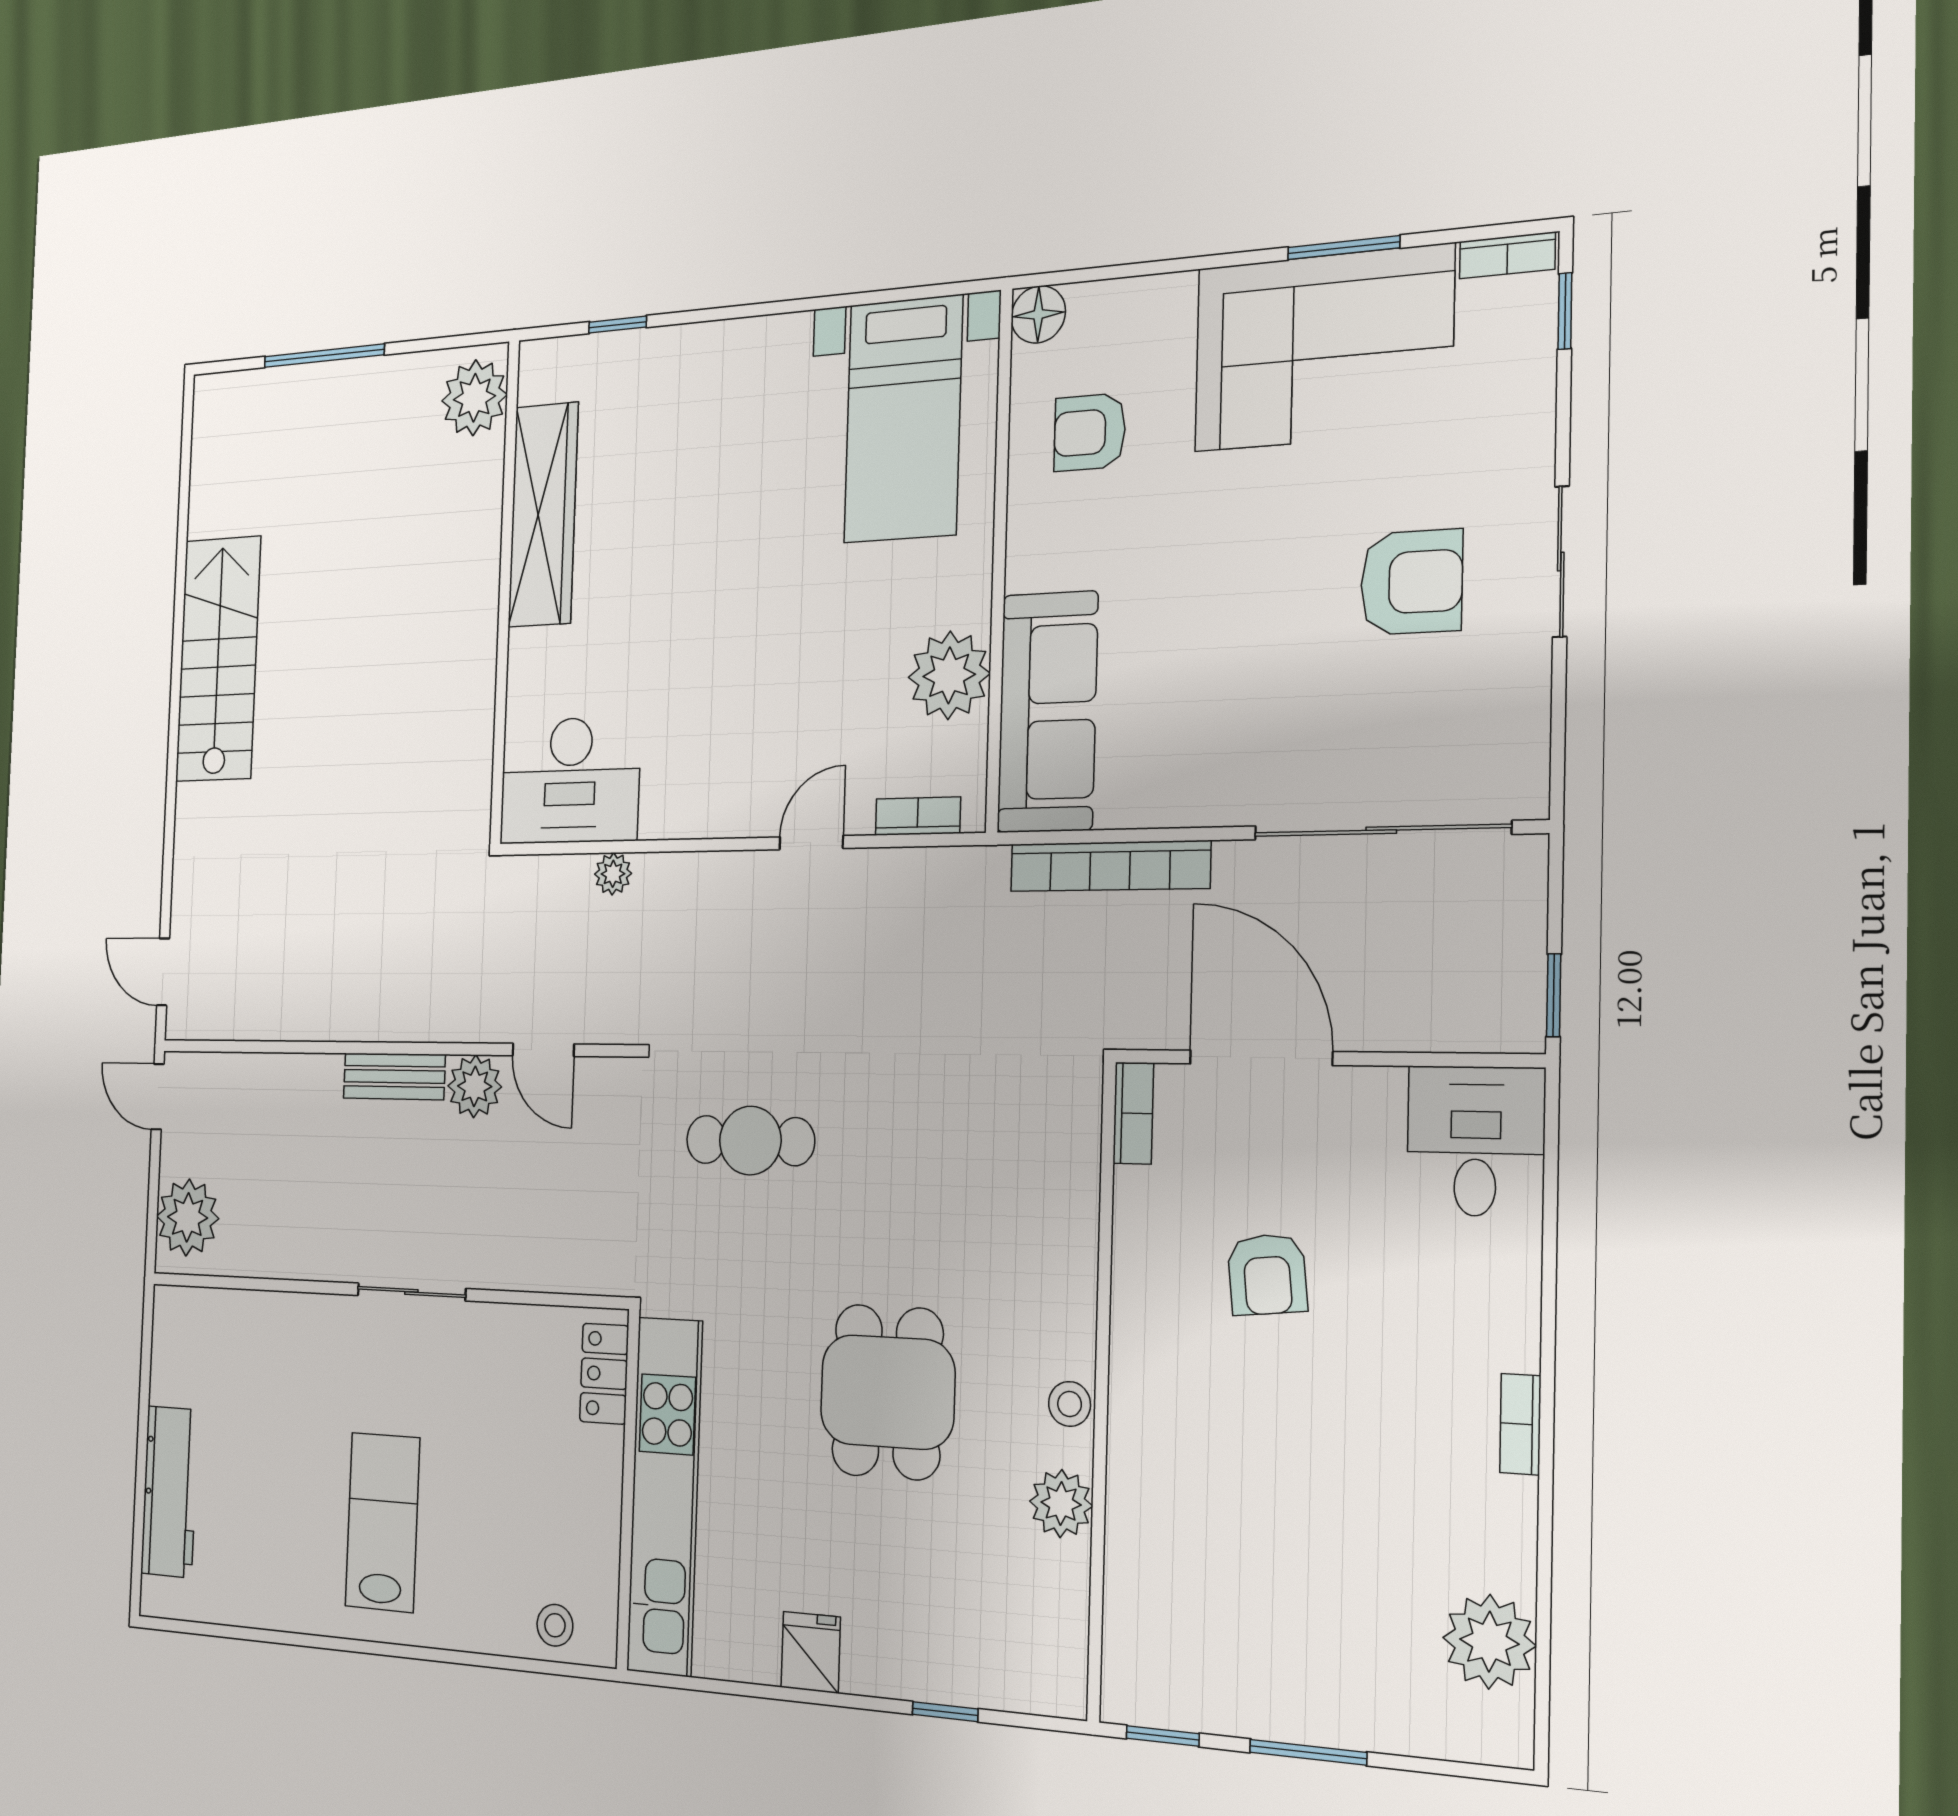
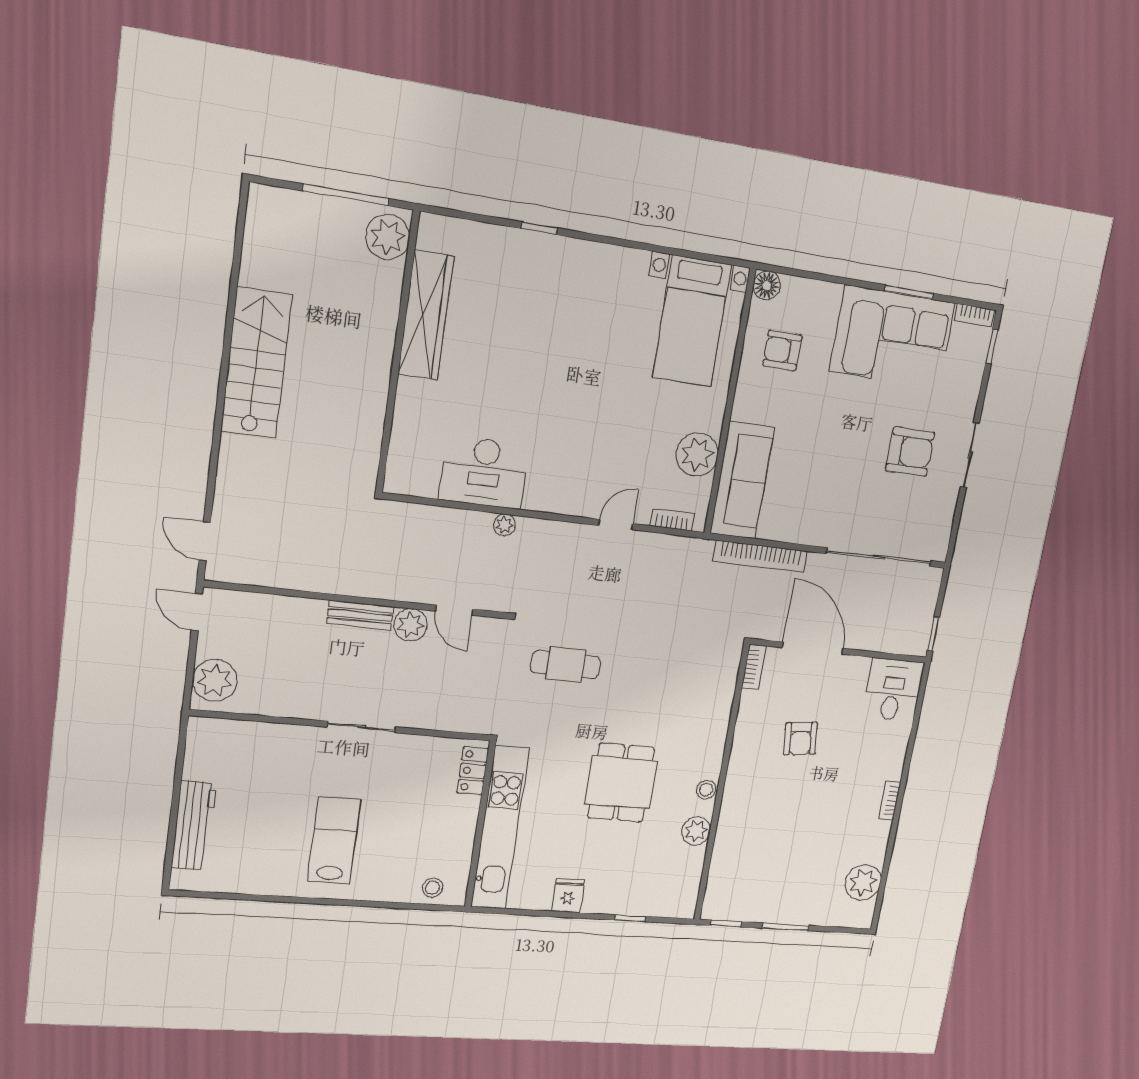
plant: (474, 398) -> (388, 237), moved
wardrobe: (543, 515) -> (426, 316), moved
wall: (505, 591) -> (397, 354), moved

